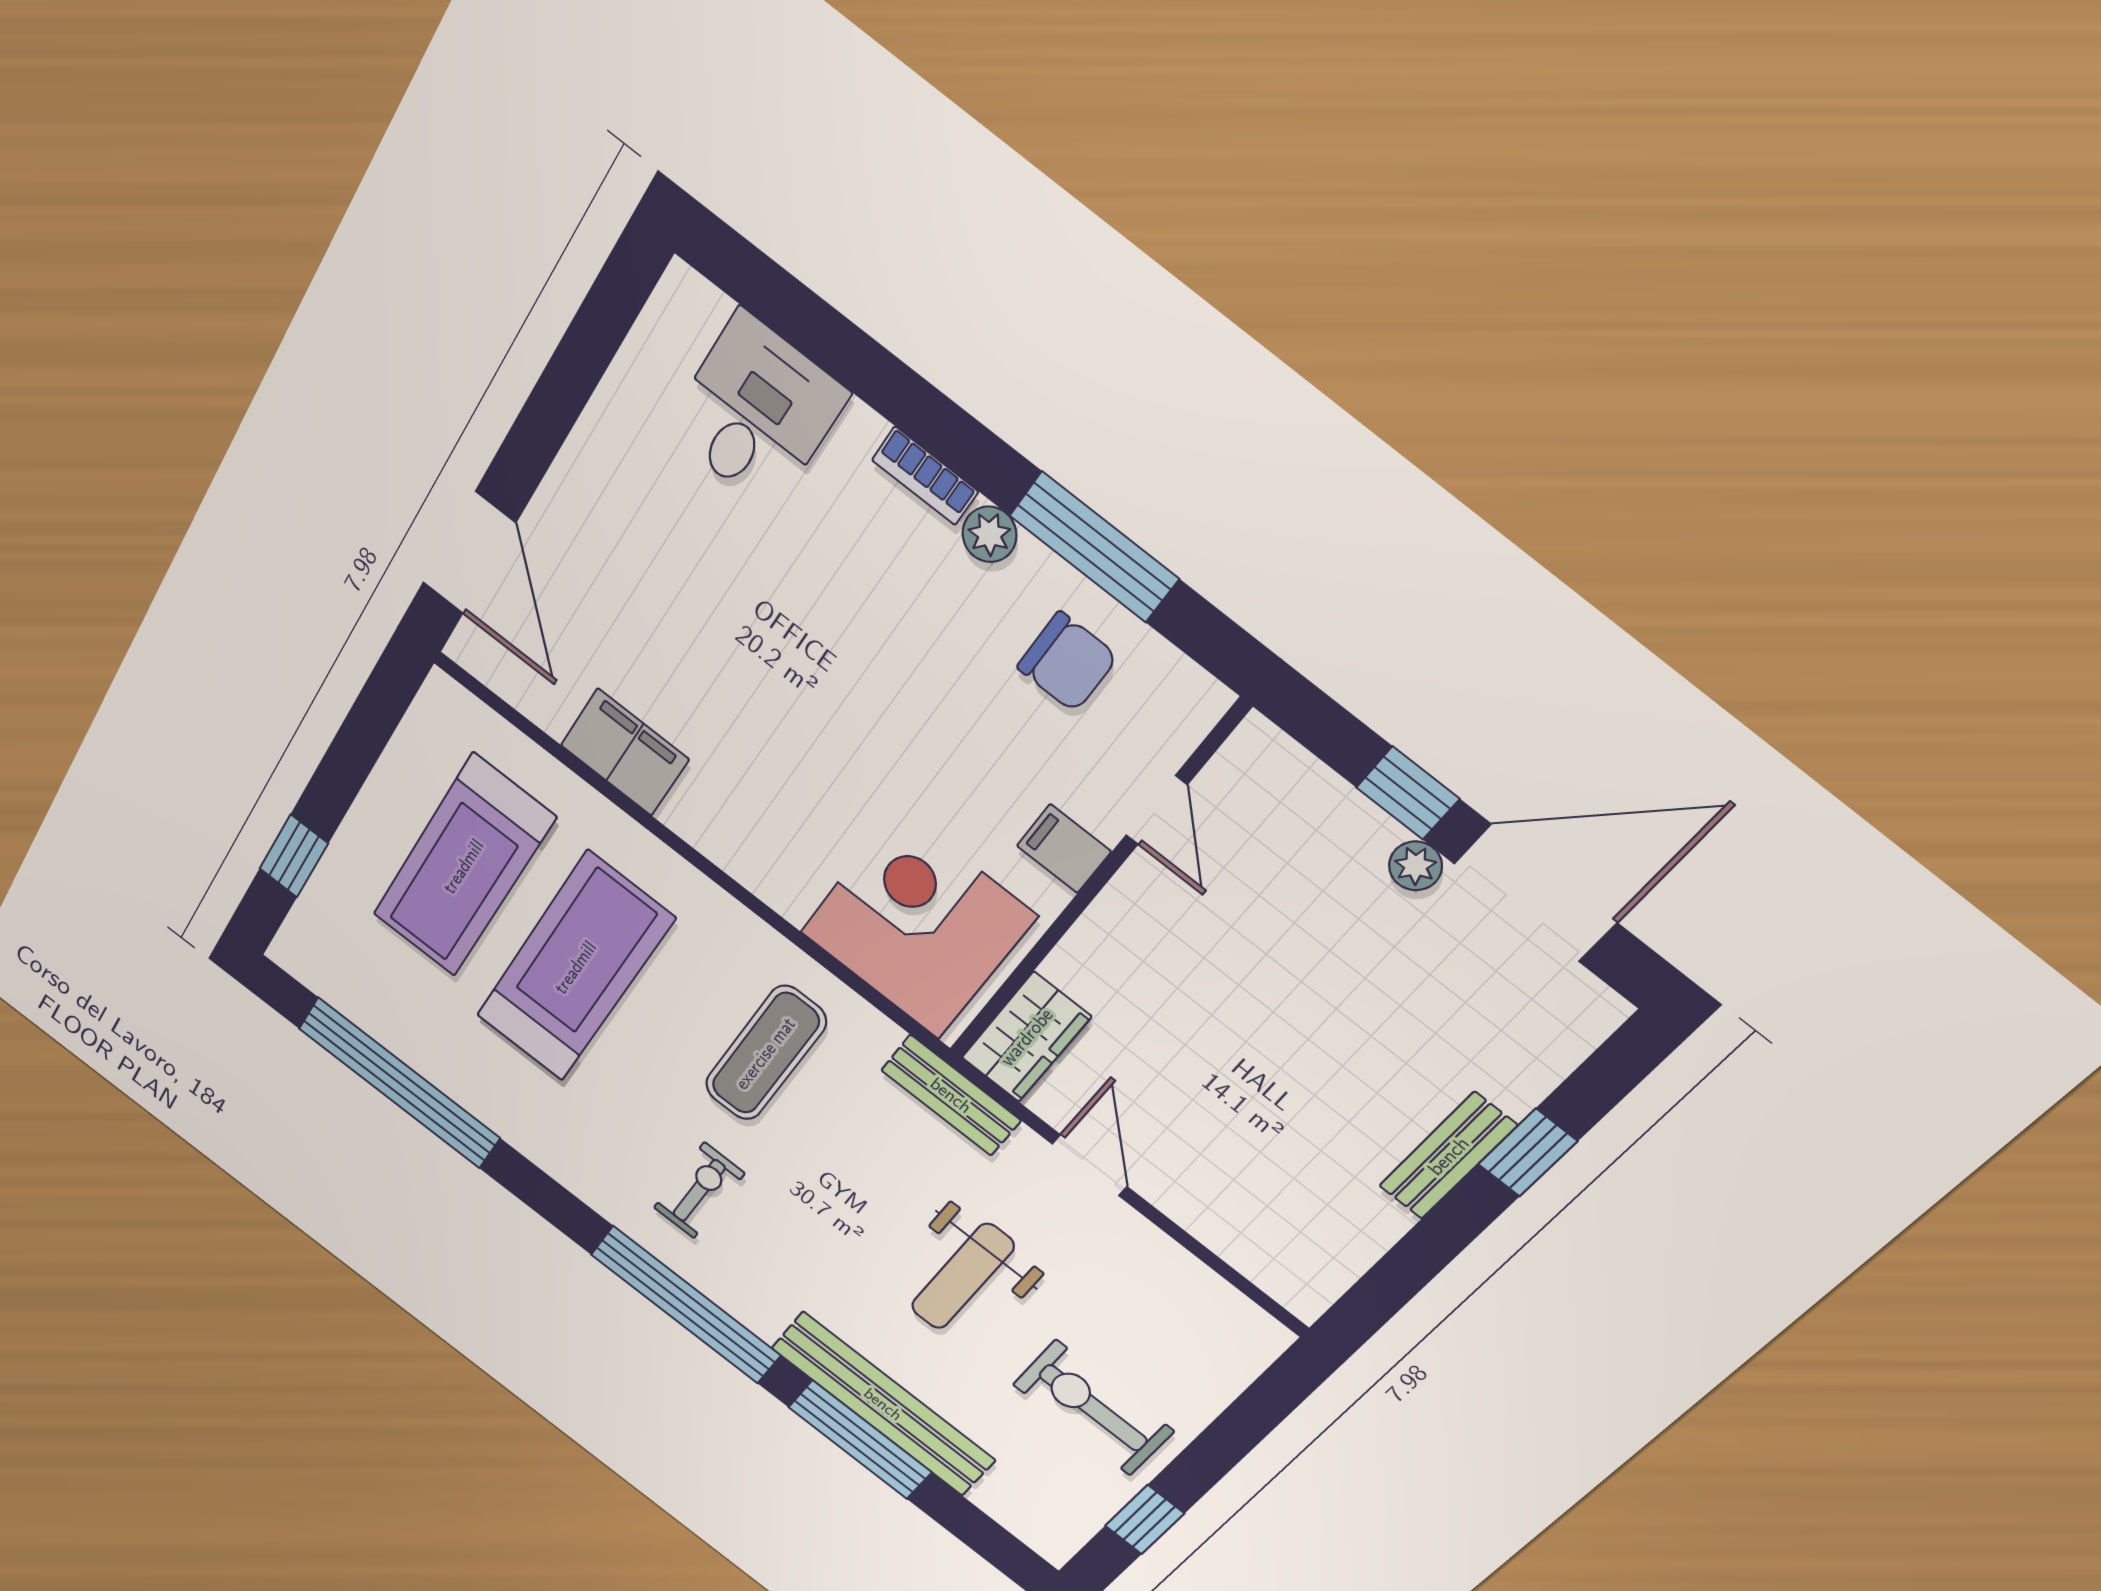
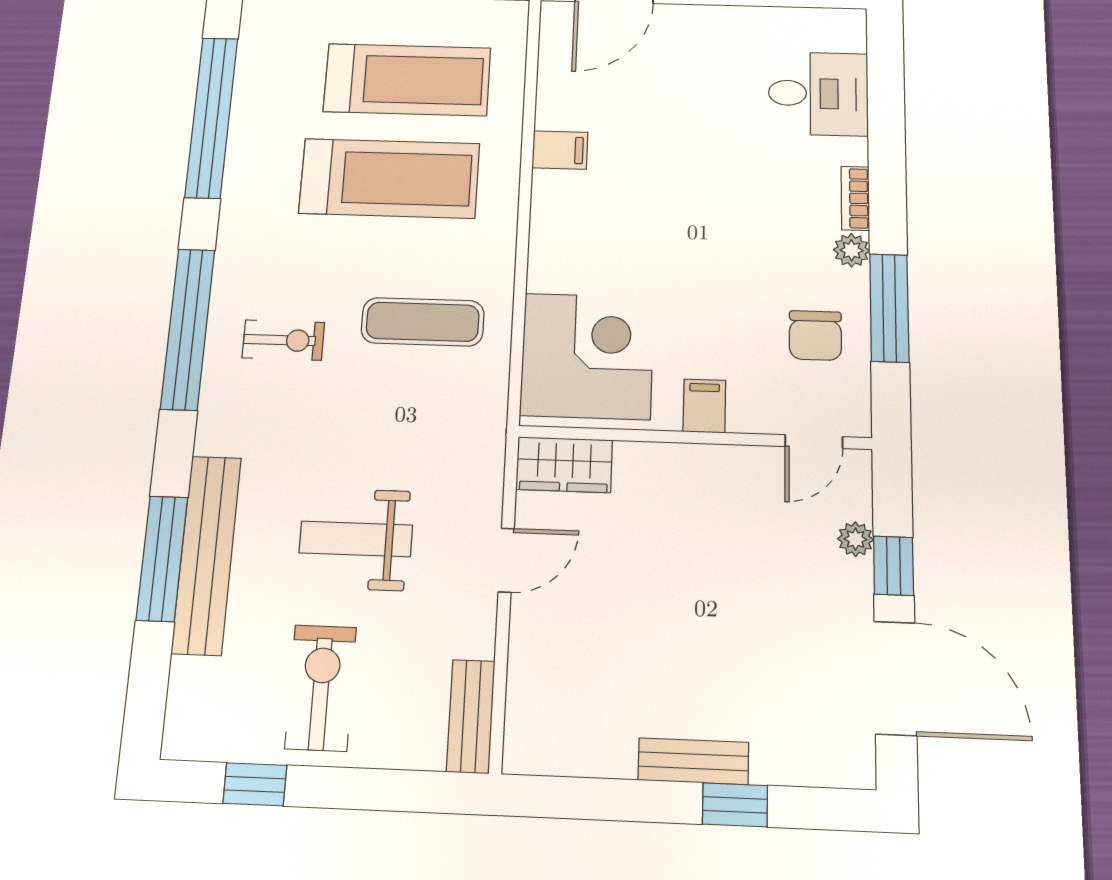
filing cabinet: (625, 752) -> (560, 150), width x0.50
door: (1157, 810) -> (814, 442), moved
treadmill: (463, 866) -> (407, 80), turned 180
plant: (1416, 866) -> (855, 539), moved
bench: (951, 1095) -> (471, 716), moved
window: (686, 1305) -> (188, 329), moved

